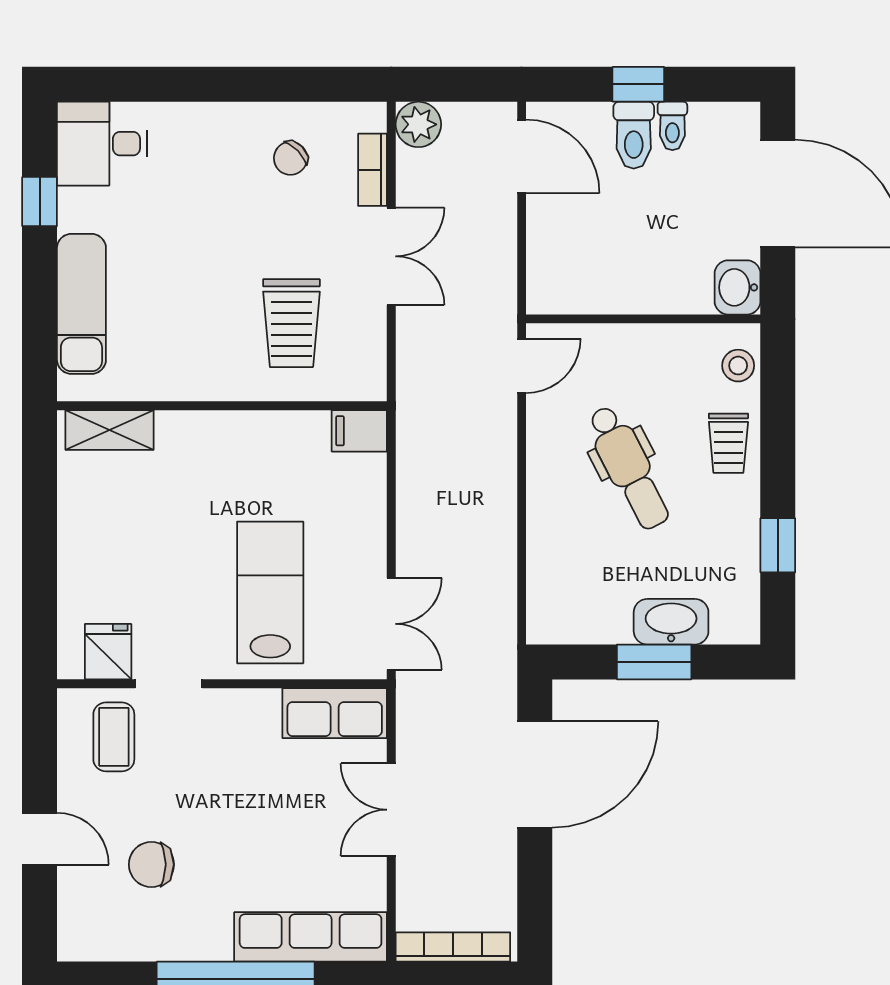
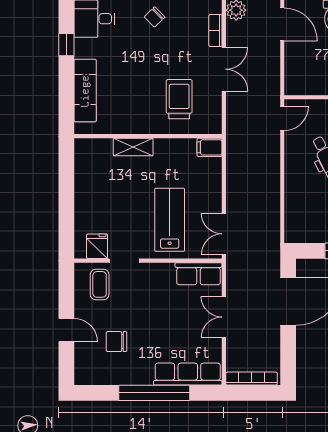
chair: (290, 158) -> (155, 17), moved
trolley: (291, 323) -> (179, 99), turned 180
shelving: (109, 430) -> (133, 147), moved
double door: (391, 624) -> (224, 234), swing flipped

